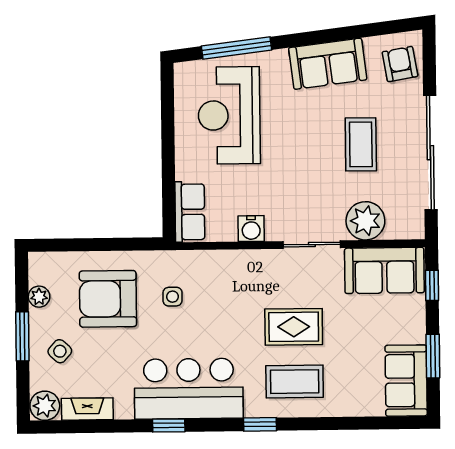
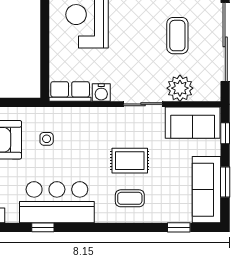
row of seats: (190, 212) -> (70, 92), moved, turned -90
sofa: (406, 381) -> (207, 190), width x1.36
coffee table: (295, 382) -> (130, 198), width x0.73, depth x0.77
window: (260, 424) -> (179, 227), moved

